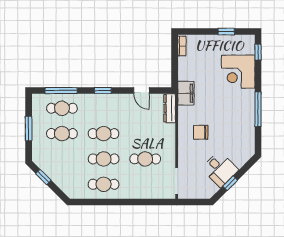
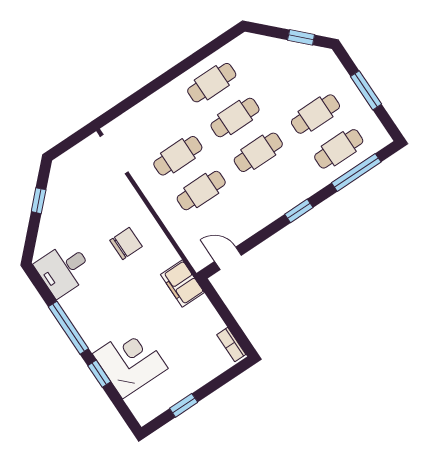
window: (258, 52) -> (99, 374), moved
door: (141, 90) -> (228, 258), moved
dresser: (170, 108) -> (191, 248), removed
cafe table: (145, 134) -> (201, 191), added
desk: (220, 169) -> (64, 269), moved, turned -45

